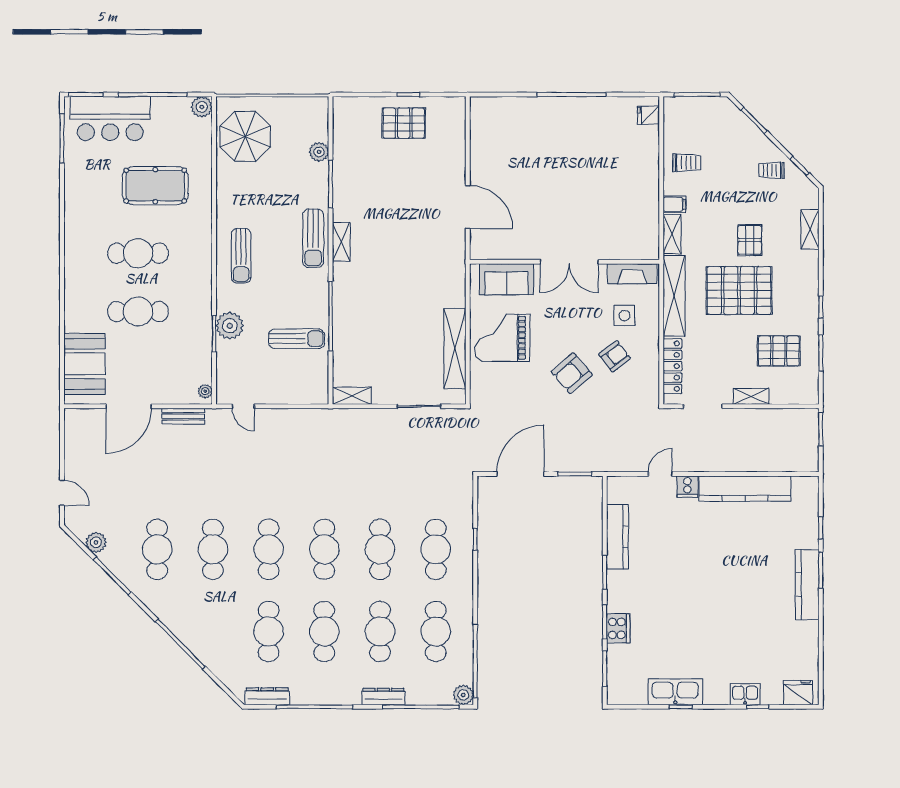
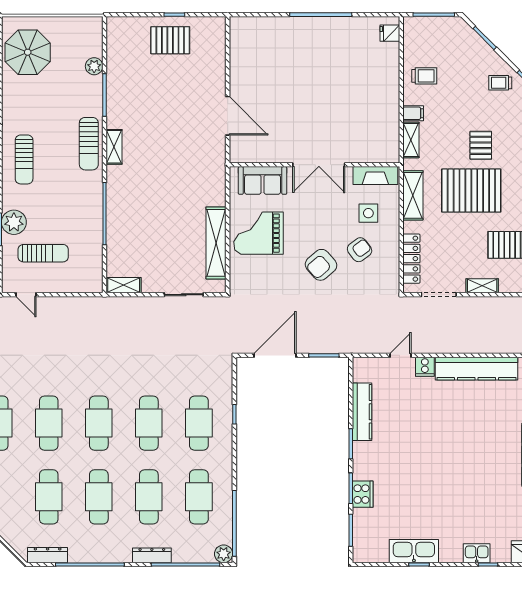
shelving: (674, 296) -> (413, 195), width x0.68
sun lounger: (297, 339) -> (43, 253), moved

